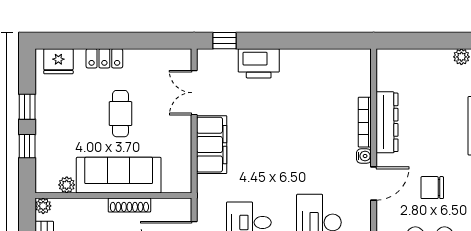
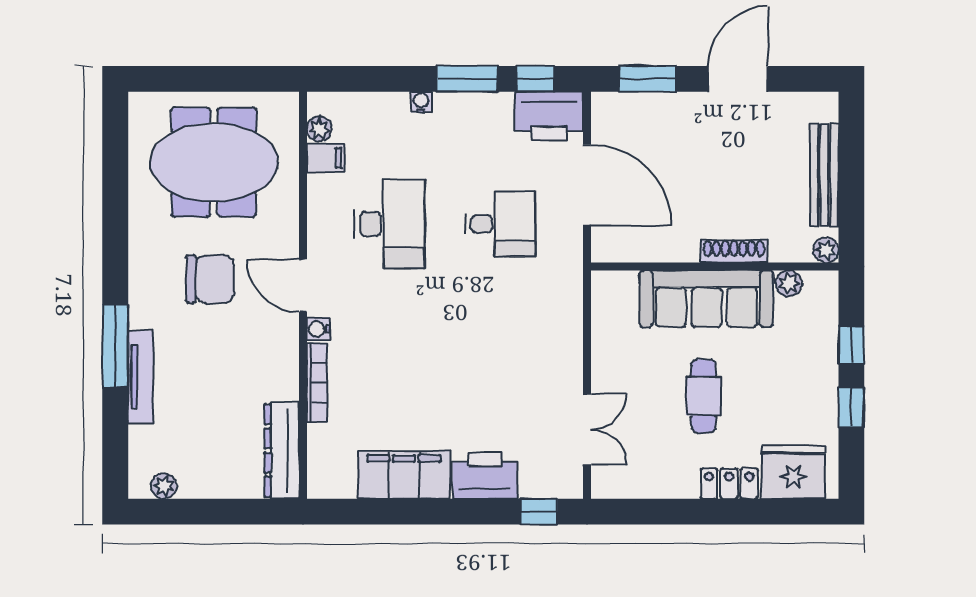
fridge: (58, 61) -> (793, 472), width x1.36, depth x1.34
dresser: (387, 122) -> (282, 451), moved
filing cabinet: (212, 145) -> (404, 475), moved, turned 90
door: (374, 184) -> (303, 285), hinge flipped
chair: (432, 188) -> (210, 279), width x1.37, depth x1.37
shoe rack: (129, 205) -> (734, 251), moved

